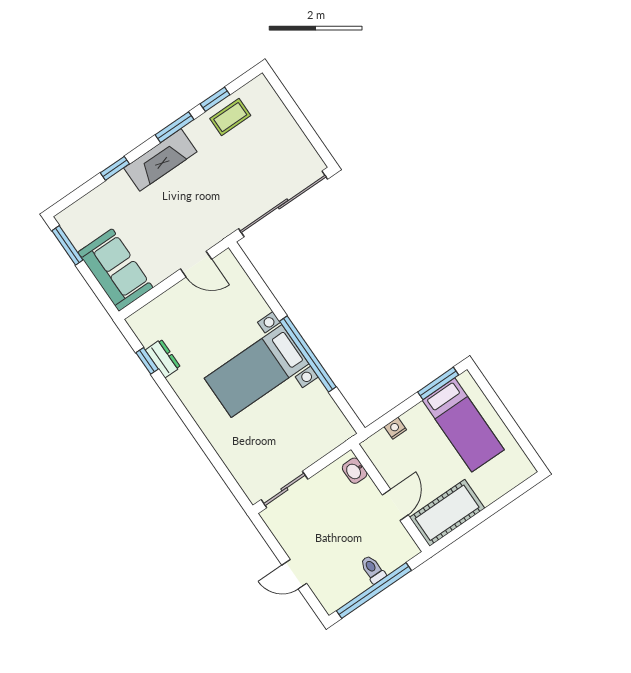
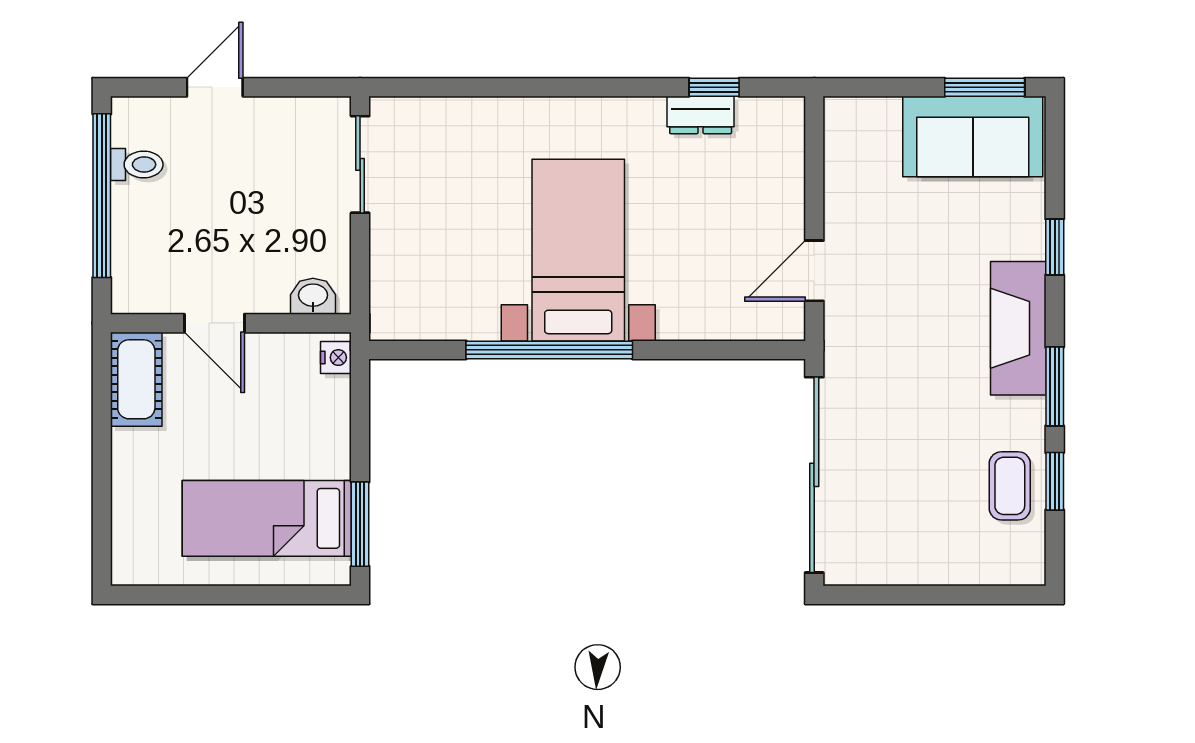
sofa: (115, 270) -> (973, 137), moved
nightstand: (395, 428) -> (336, 358), moved
cot: (447, 513) -> (136, 379), width x0.73, depth x0.75
toilet: (373, 569) -> (137, 165), moved

